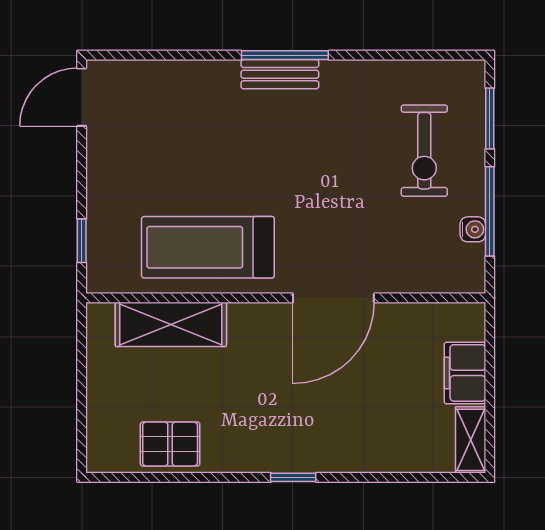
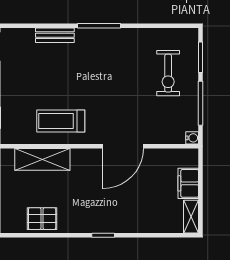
bench: (280, 74) -> (55, 35), moved
water cooler: (473, 229) -> (192, 138), moved
treadmill: (208, 247) -> (61, 121), width x0.73, depth x0.73

